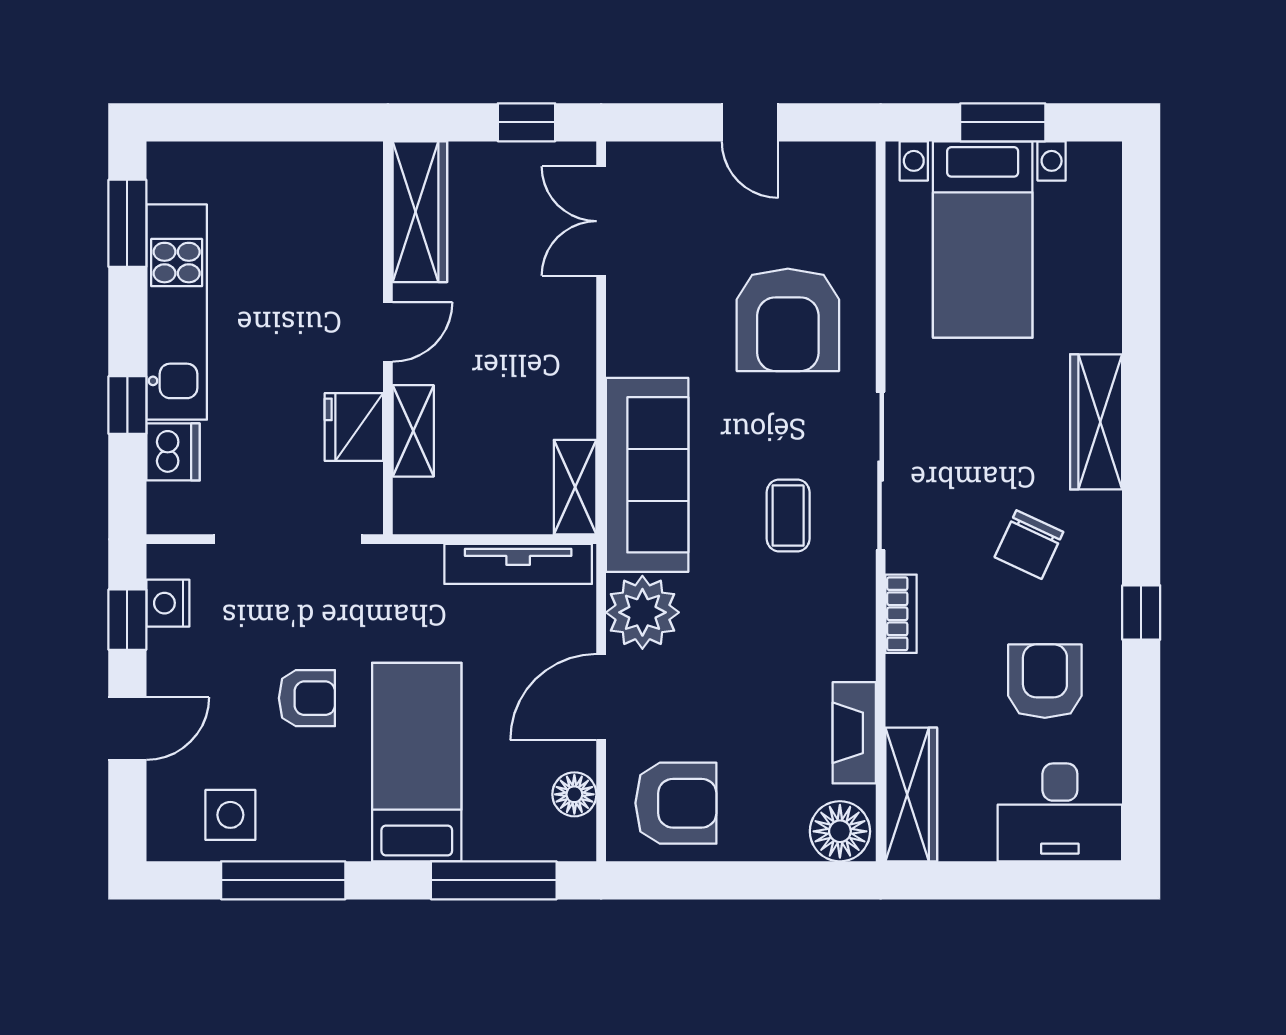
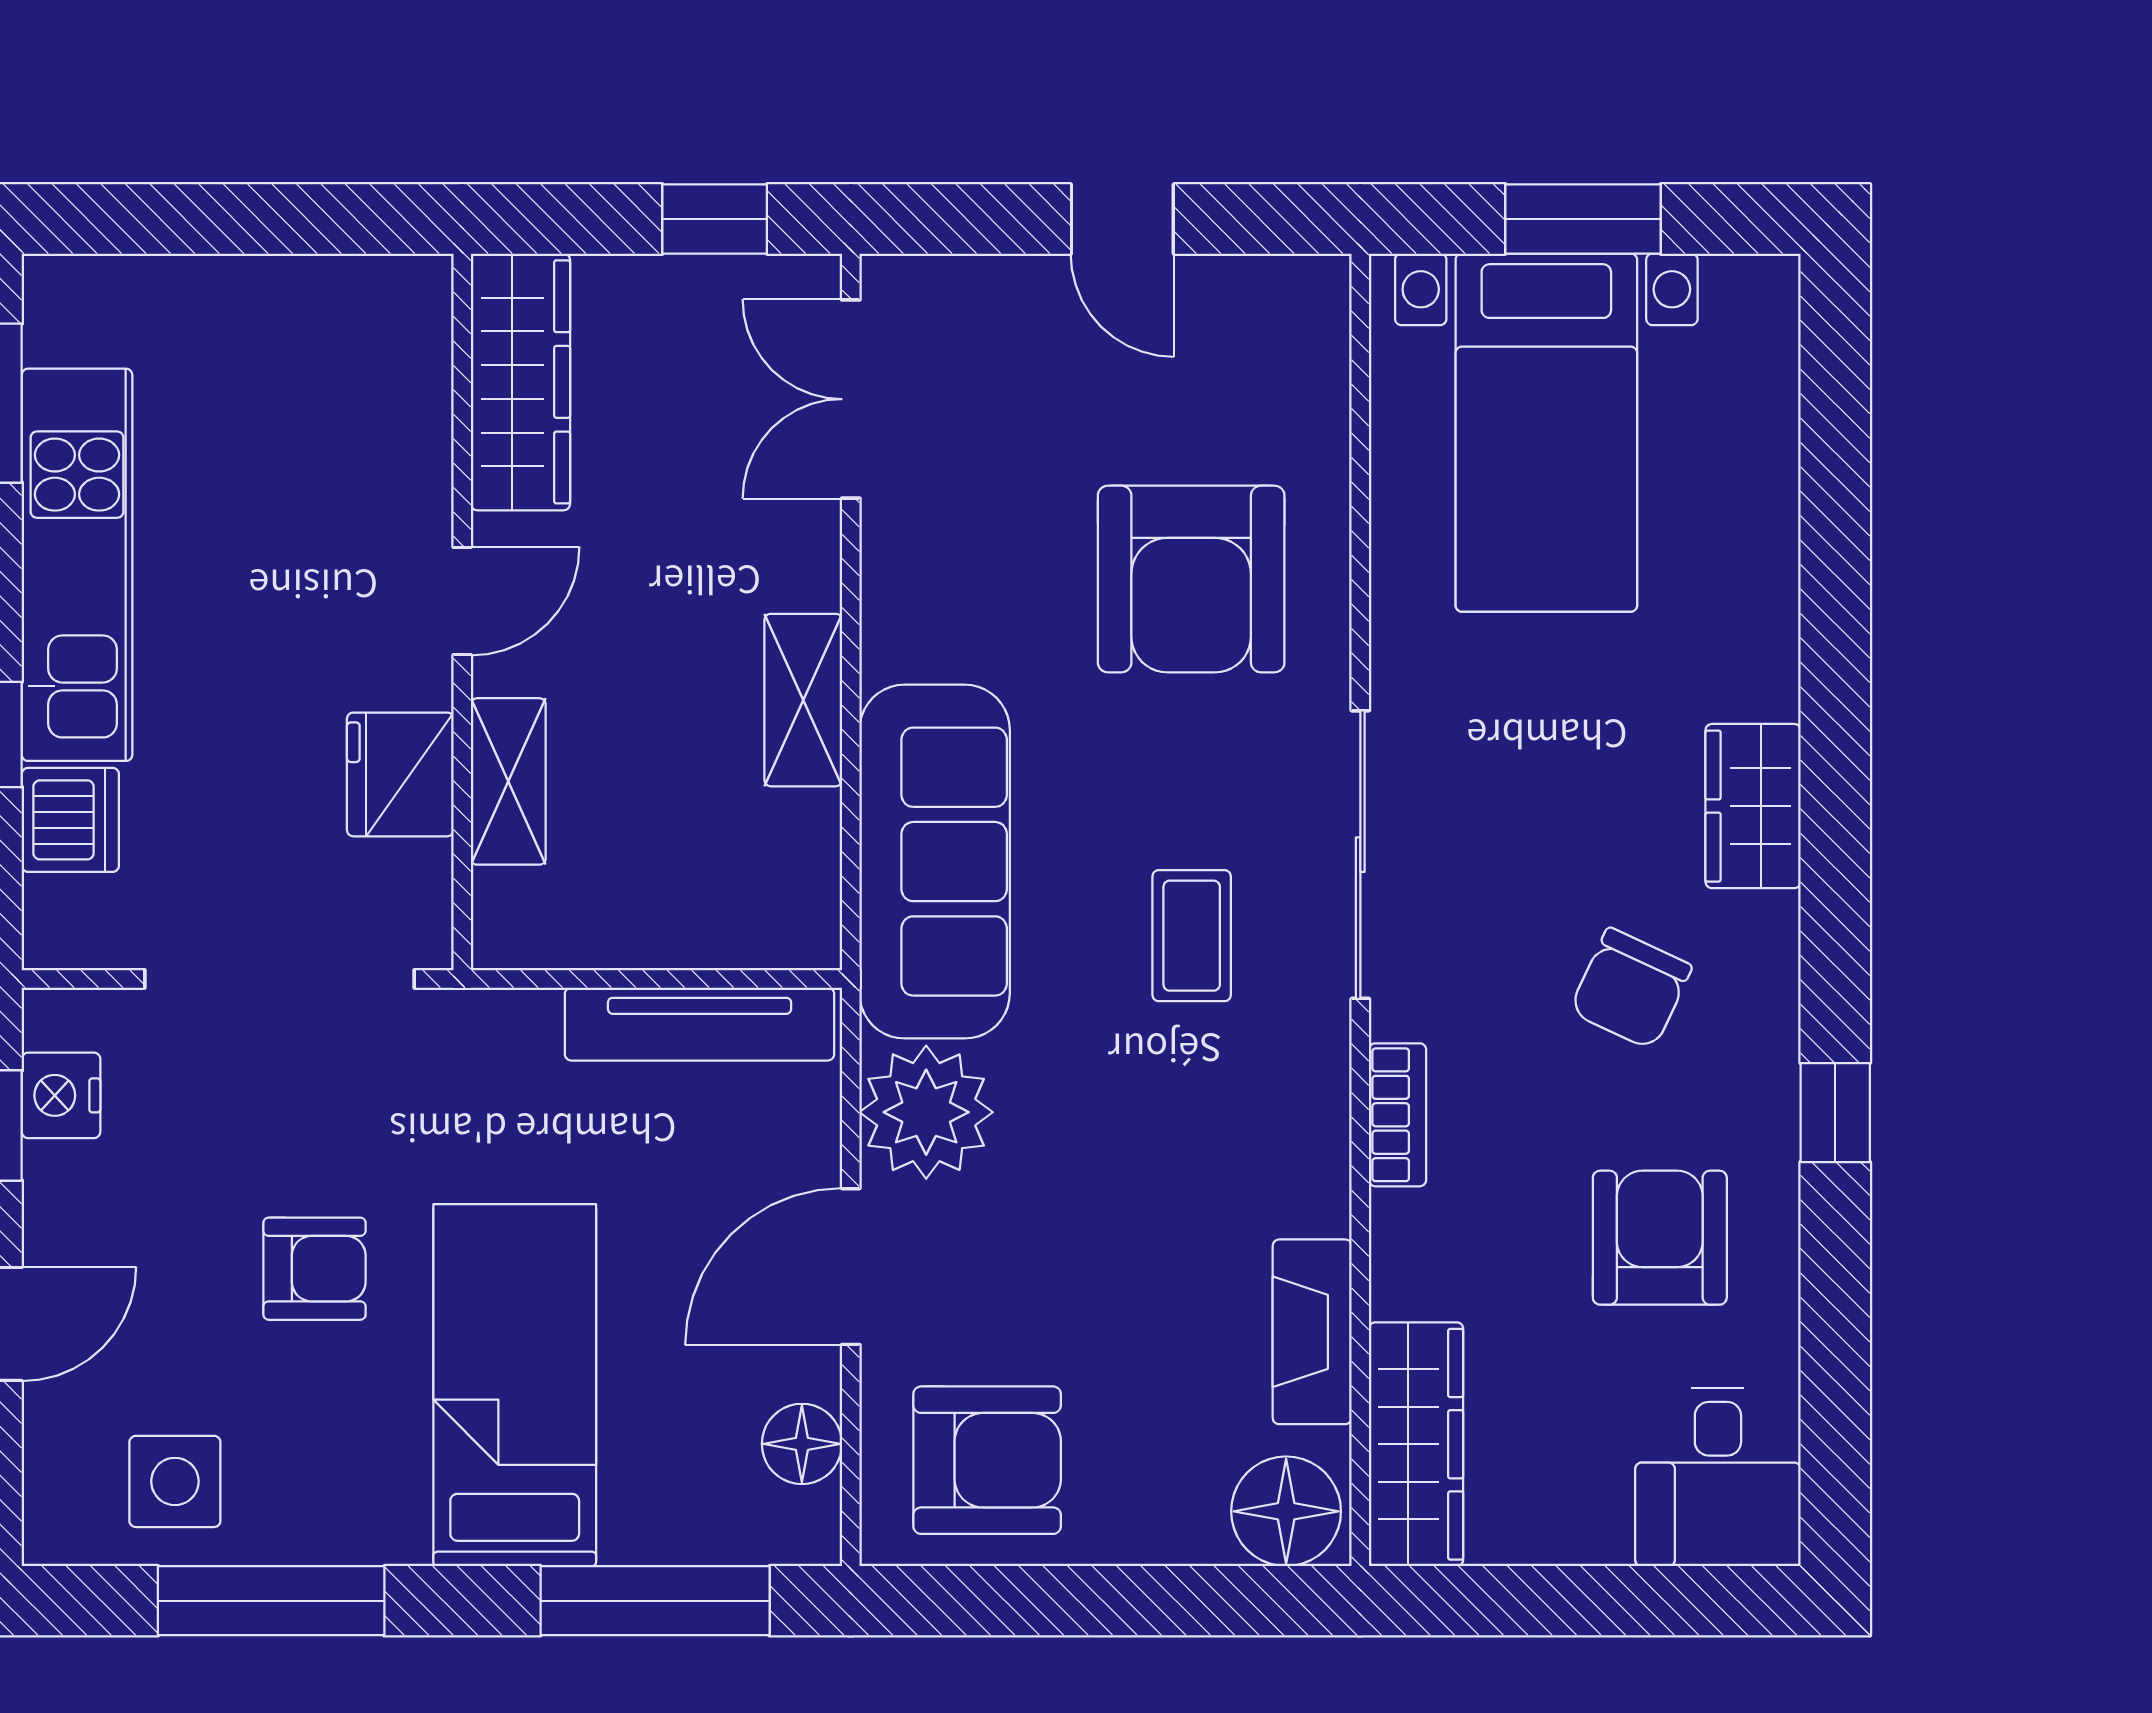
wardrobe: (1096, 422) -> (1753, 806), width x0.67
shelving: (575, 487) -> (803, 700), moved
desk: (1060, 812) -> (1718, 1477), width x0.73

